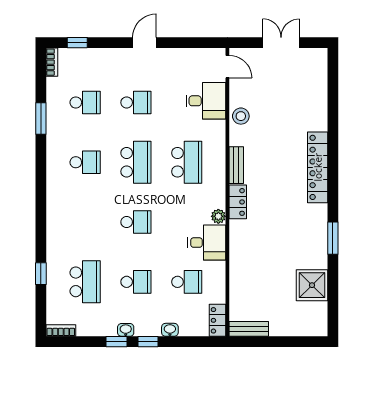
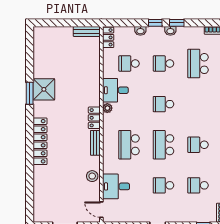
shower: (312, 285) -> (44, 89), moved

